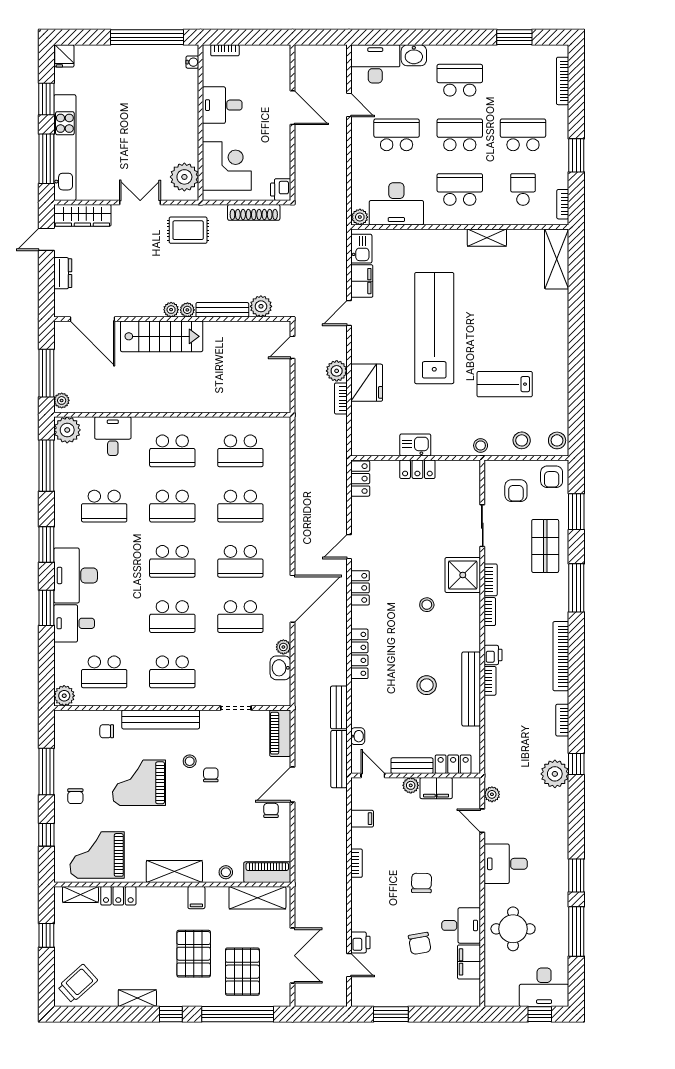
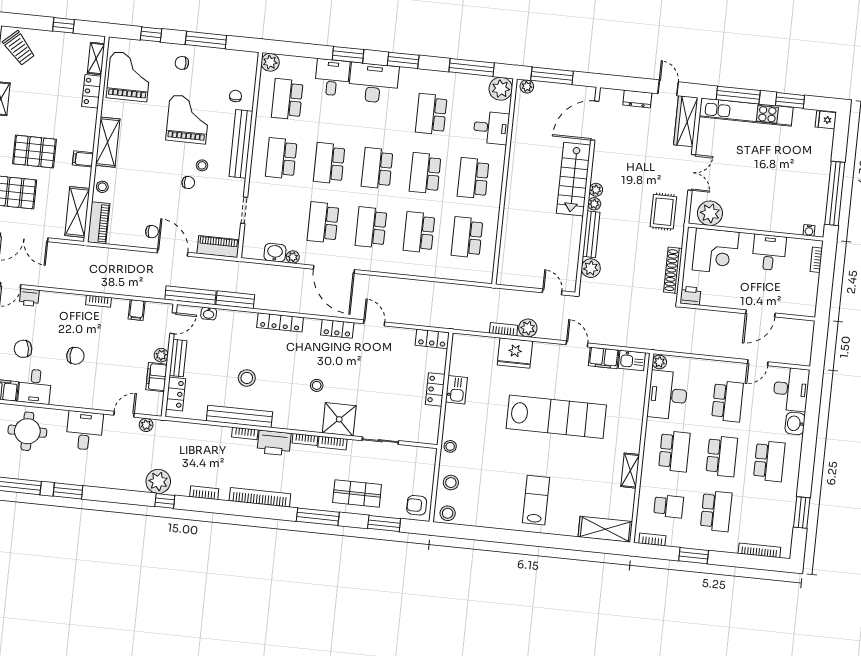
lab bench: (505, 384) -> (536, 500), moved
armchair: (516, 491) -> (408, 473), removed
printer: (493, 655) -> (274, 443), width x1.87, depth x1.48

